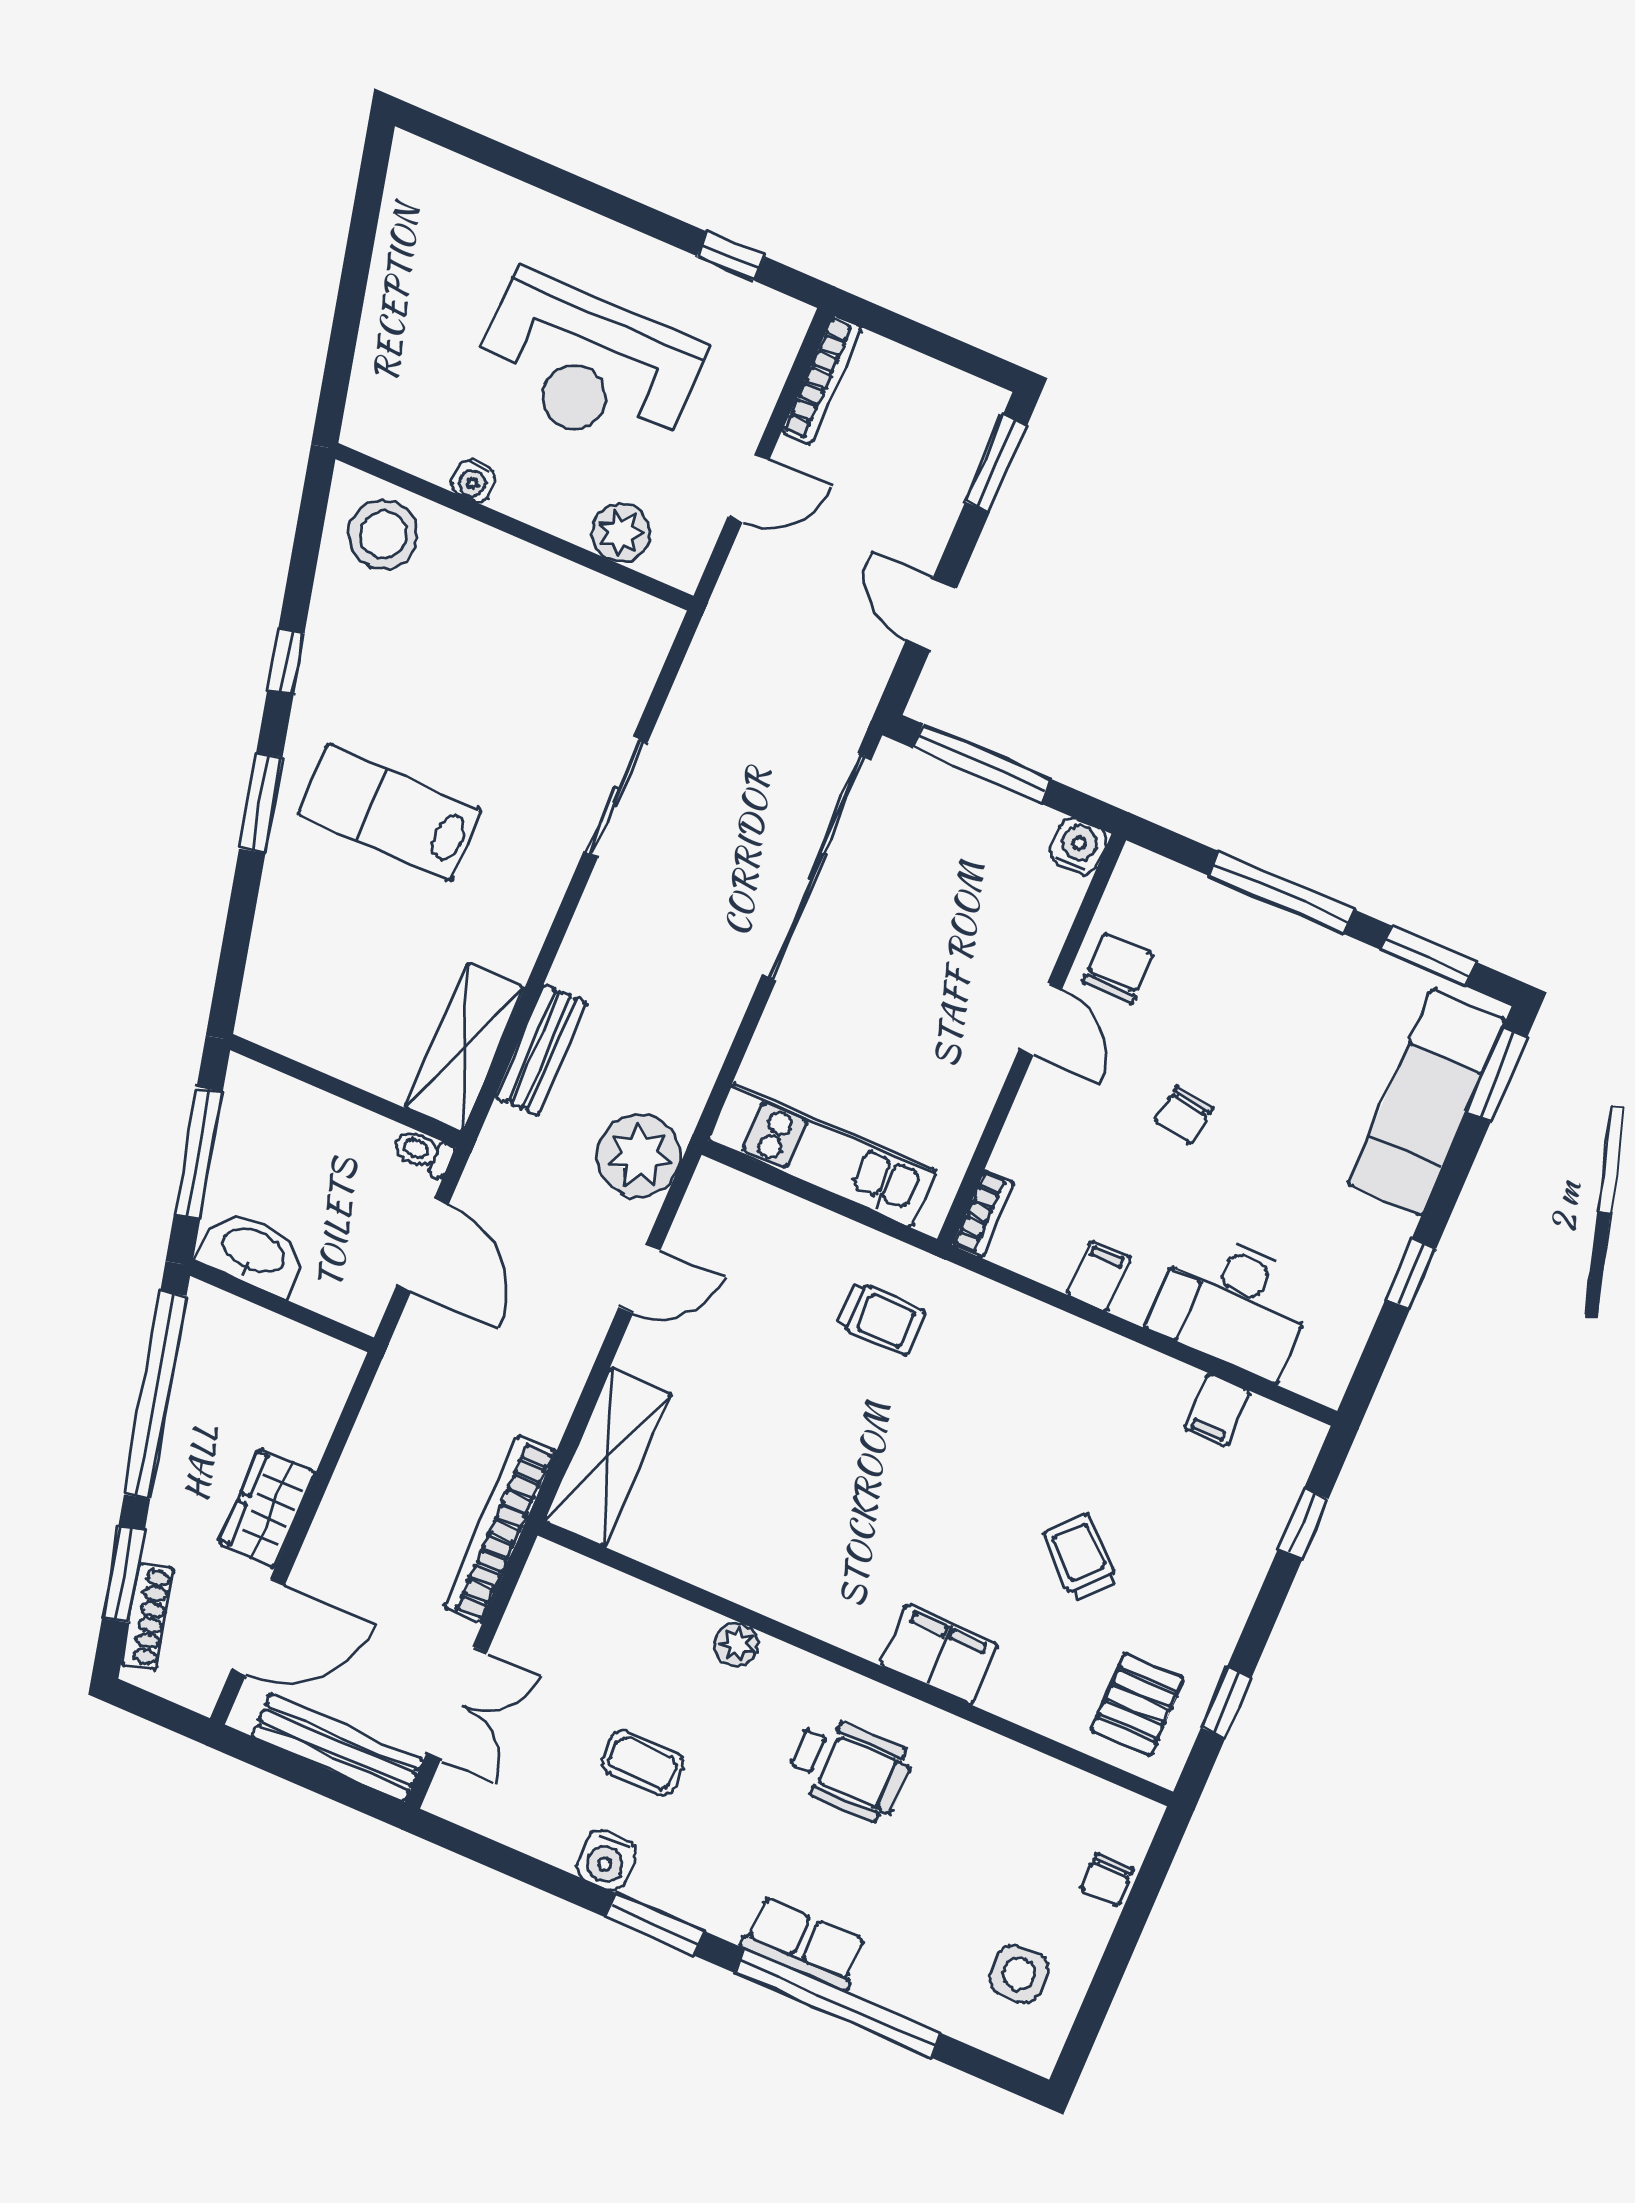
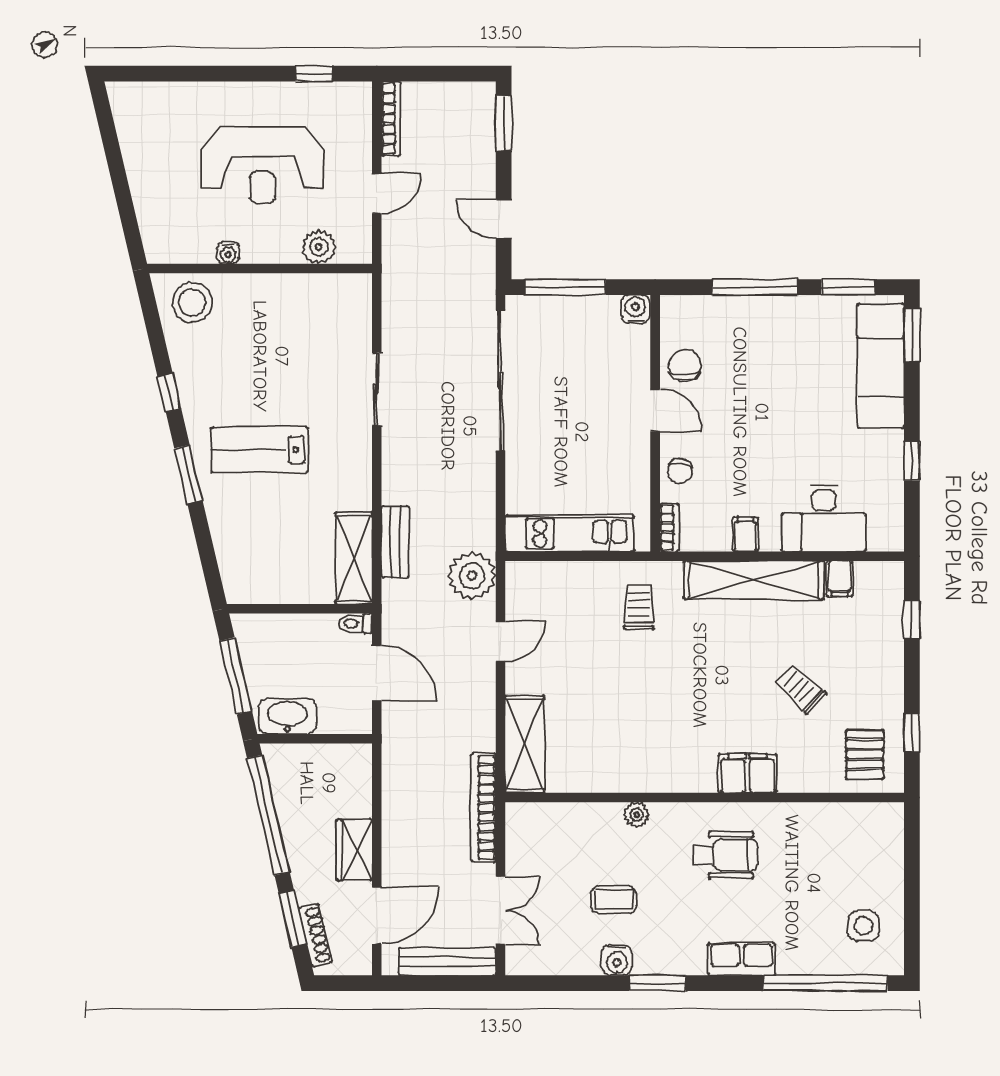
chair: (1184, 1115) -> (680, 471), moved
trolley: (881, 1318) -> (639, 607), turned -90
shelving: (1081, 1354) -> (754, 580), added
chair: (1107, 1880) -> (889, 855), removed
window: (838, 2003) -> (825, 983), moved

